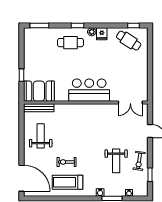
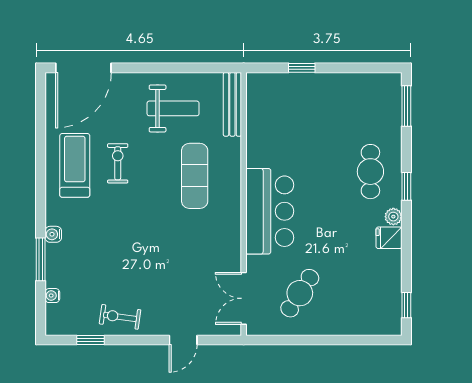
cafe table: (129, 41) -> (300, 293), moved
booth: (39, 91) -> (268, 105), removed
exercise mat: (73, 126) -> (195, 176), added
weight bench: (116, 161) -> (120, 268), removed

